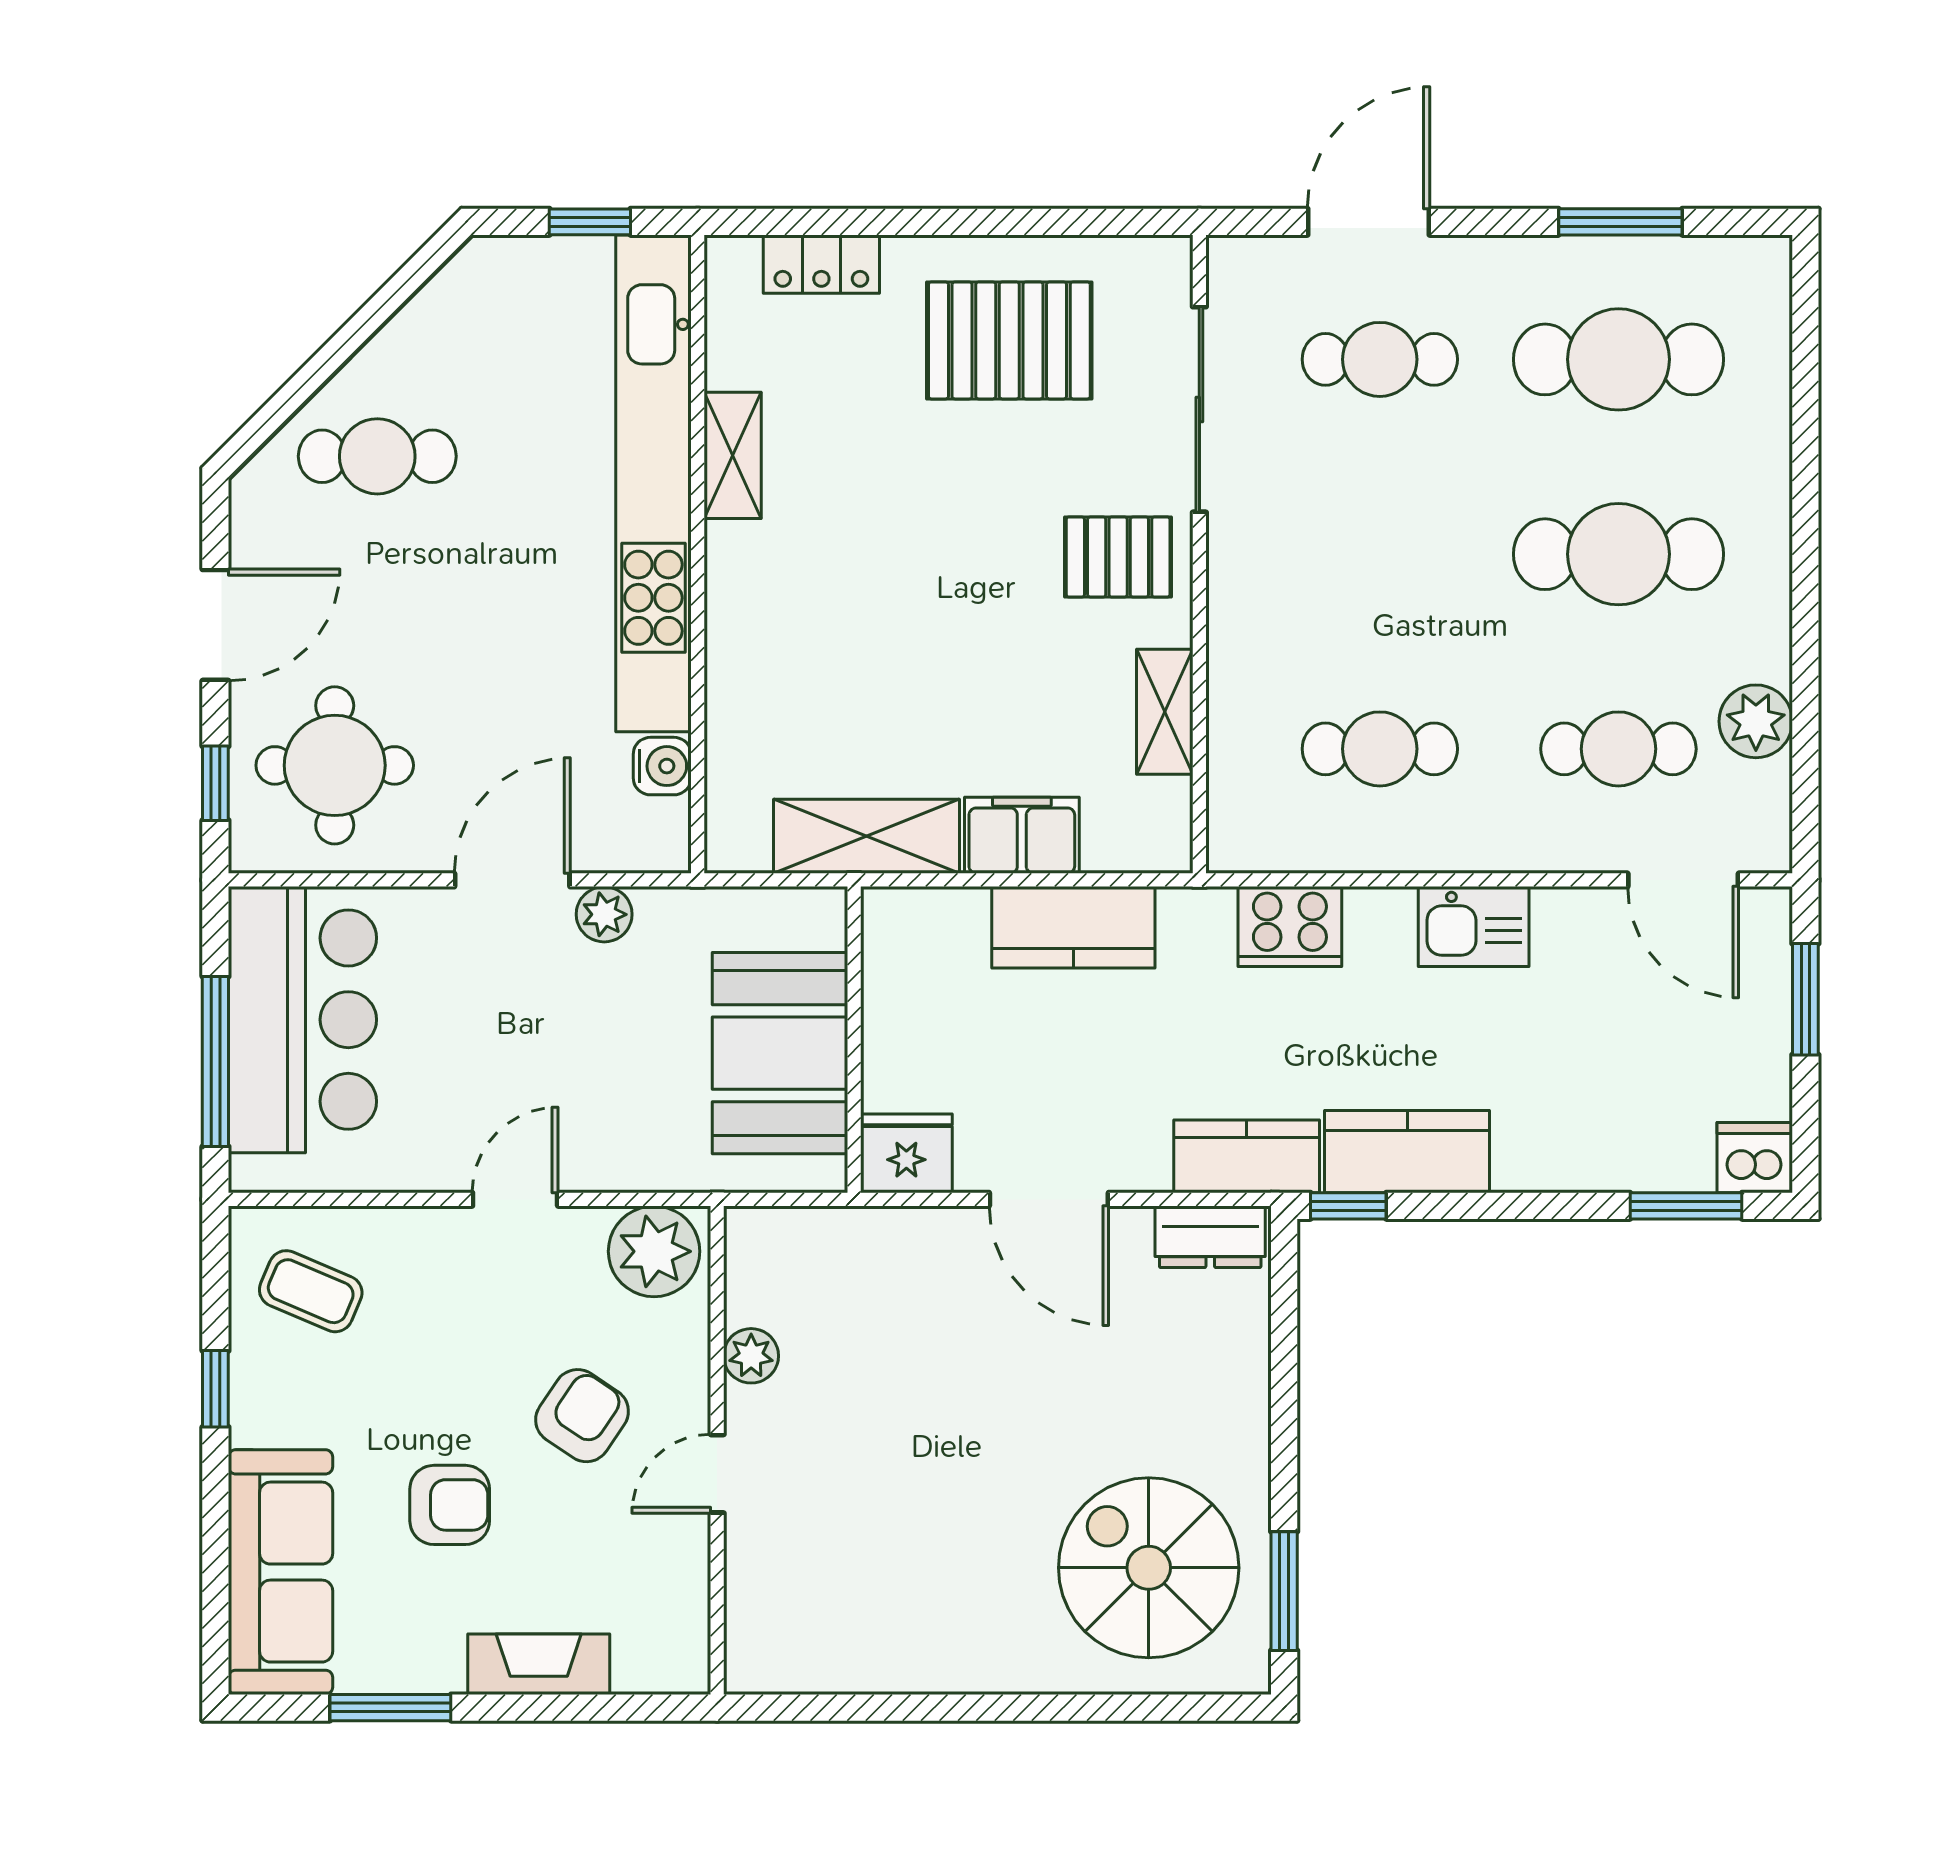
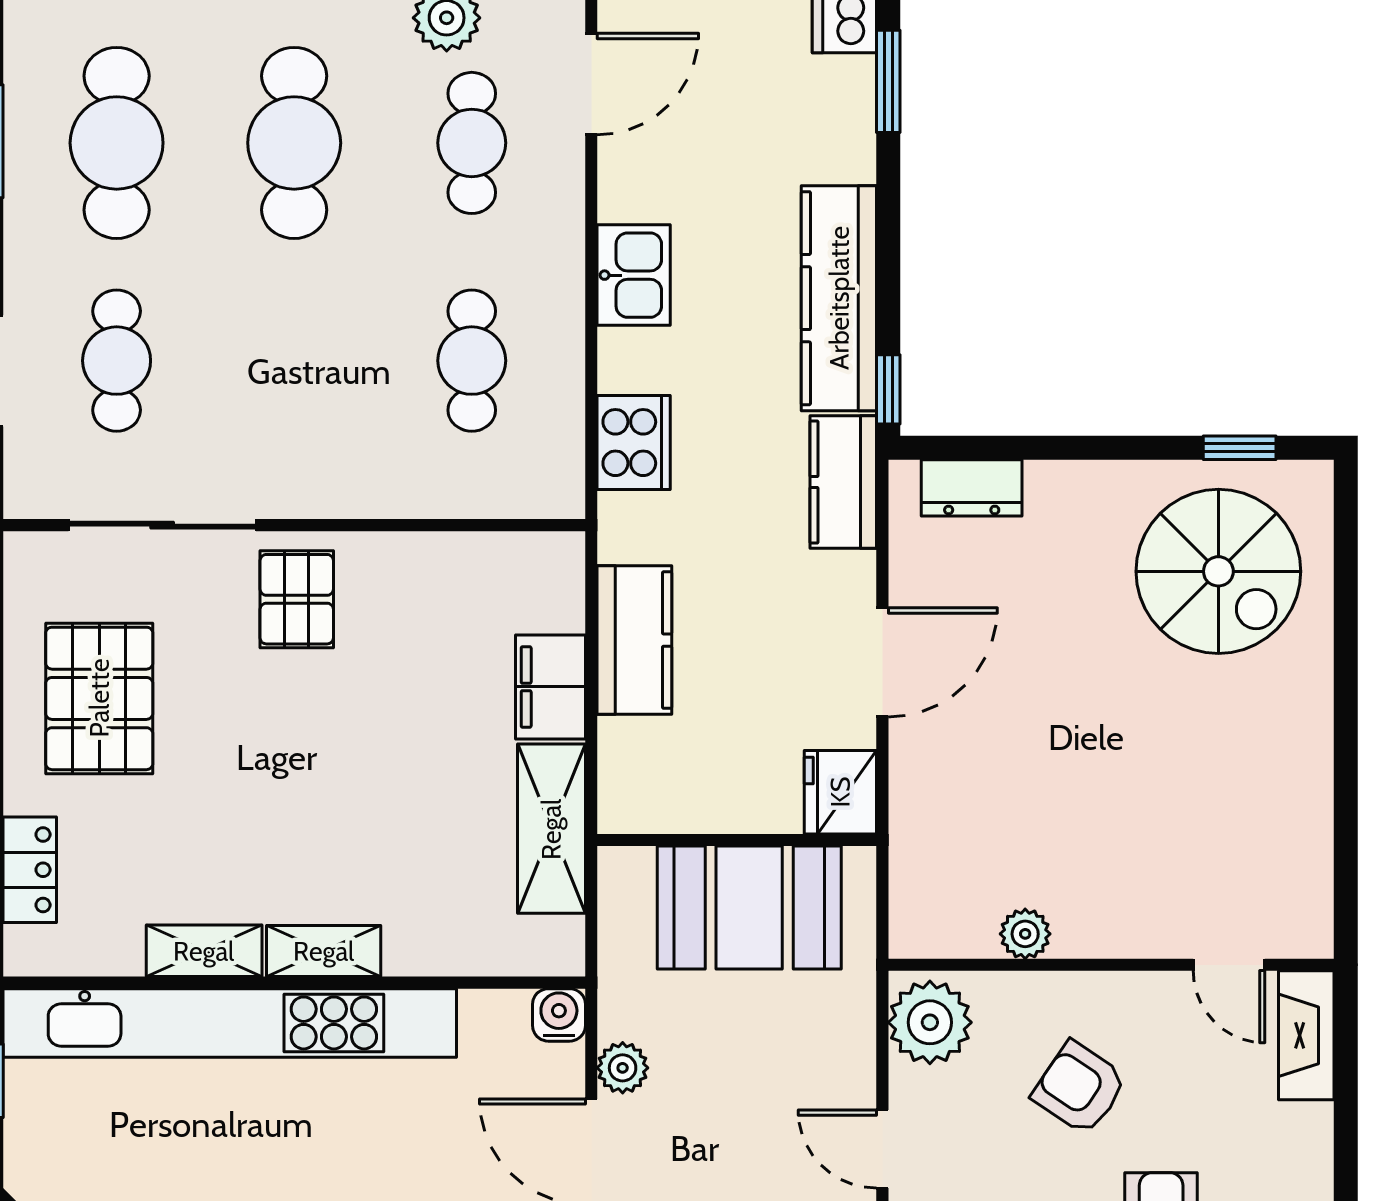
shelving: (1165, 712) -> (324, 951), moved
water cooler: (662, 766) -> (559, 1015), moved
kitchen counter: (1407, 1152) -> (839, 298), width x1.50
dresser: (1210, 1237) -> (972, 488), moved, turned 90
door: (717, 1474) -> (1229, 965), moved
spiral stairs: (1149, 1568) -> (1218, 571), turned -90
window: (1284, 1591) -> (1240, 448), width x0.67
fireplace: (539, 1664) -> (1306, 1035), moved

